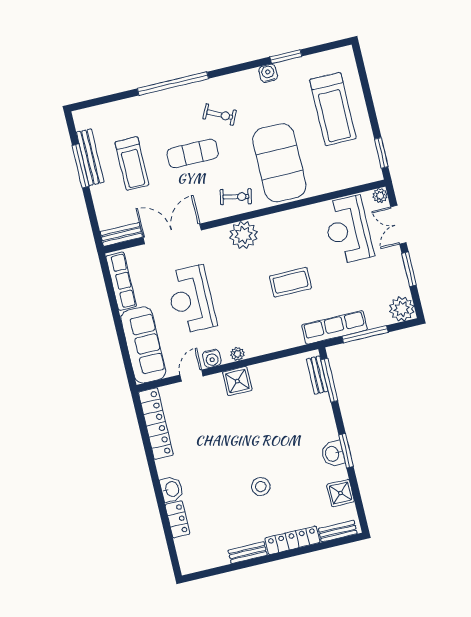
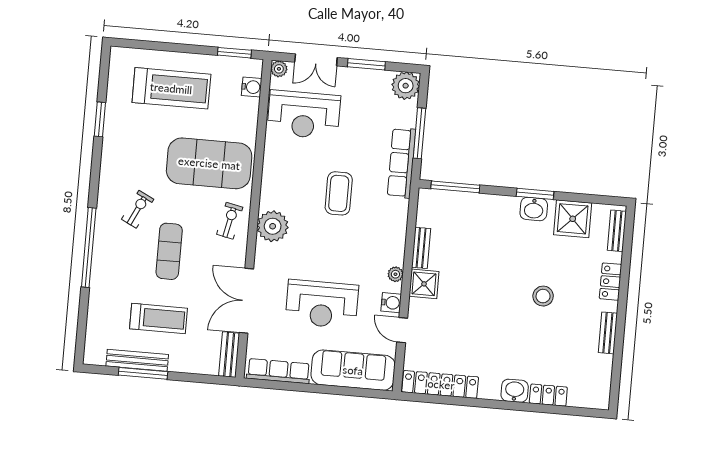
water cooler: (268, 73) -> (252, 87), moved, turned 180
bench: (317, 375) -> (421, 248), moved, turned 90
shower: (341, 493) -> (573, 219), width x1.36, depth x1.36
locker: (292, 540) -> (611, 282), width x0.66

